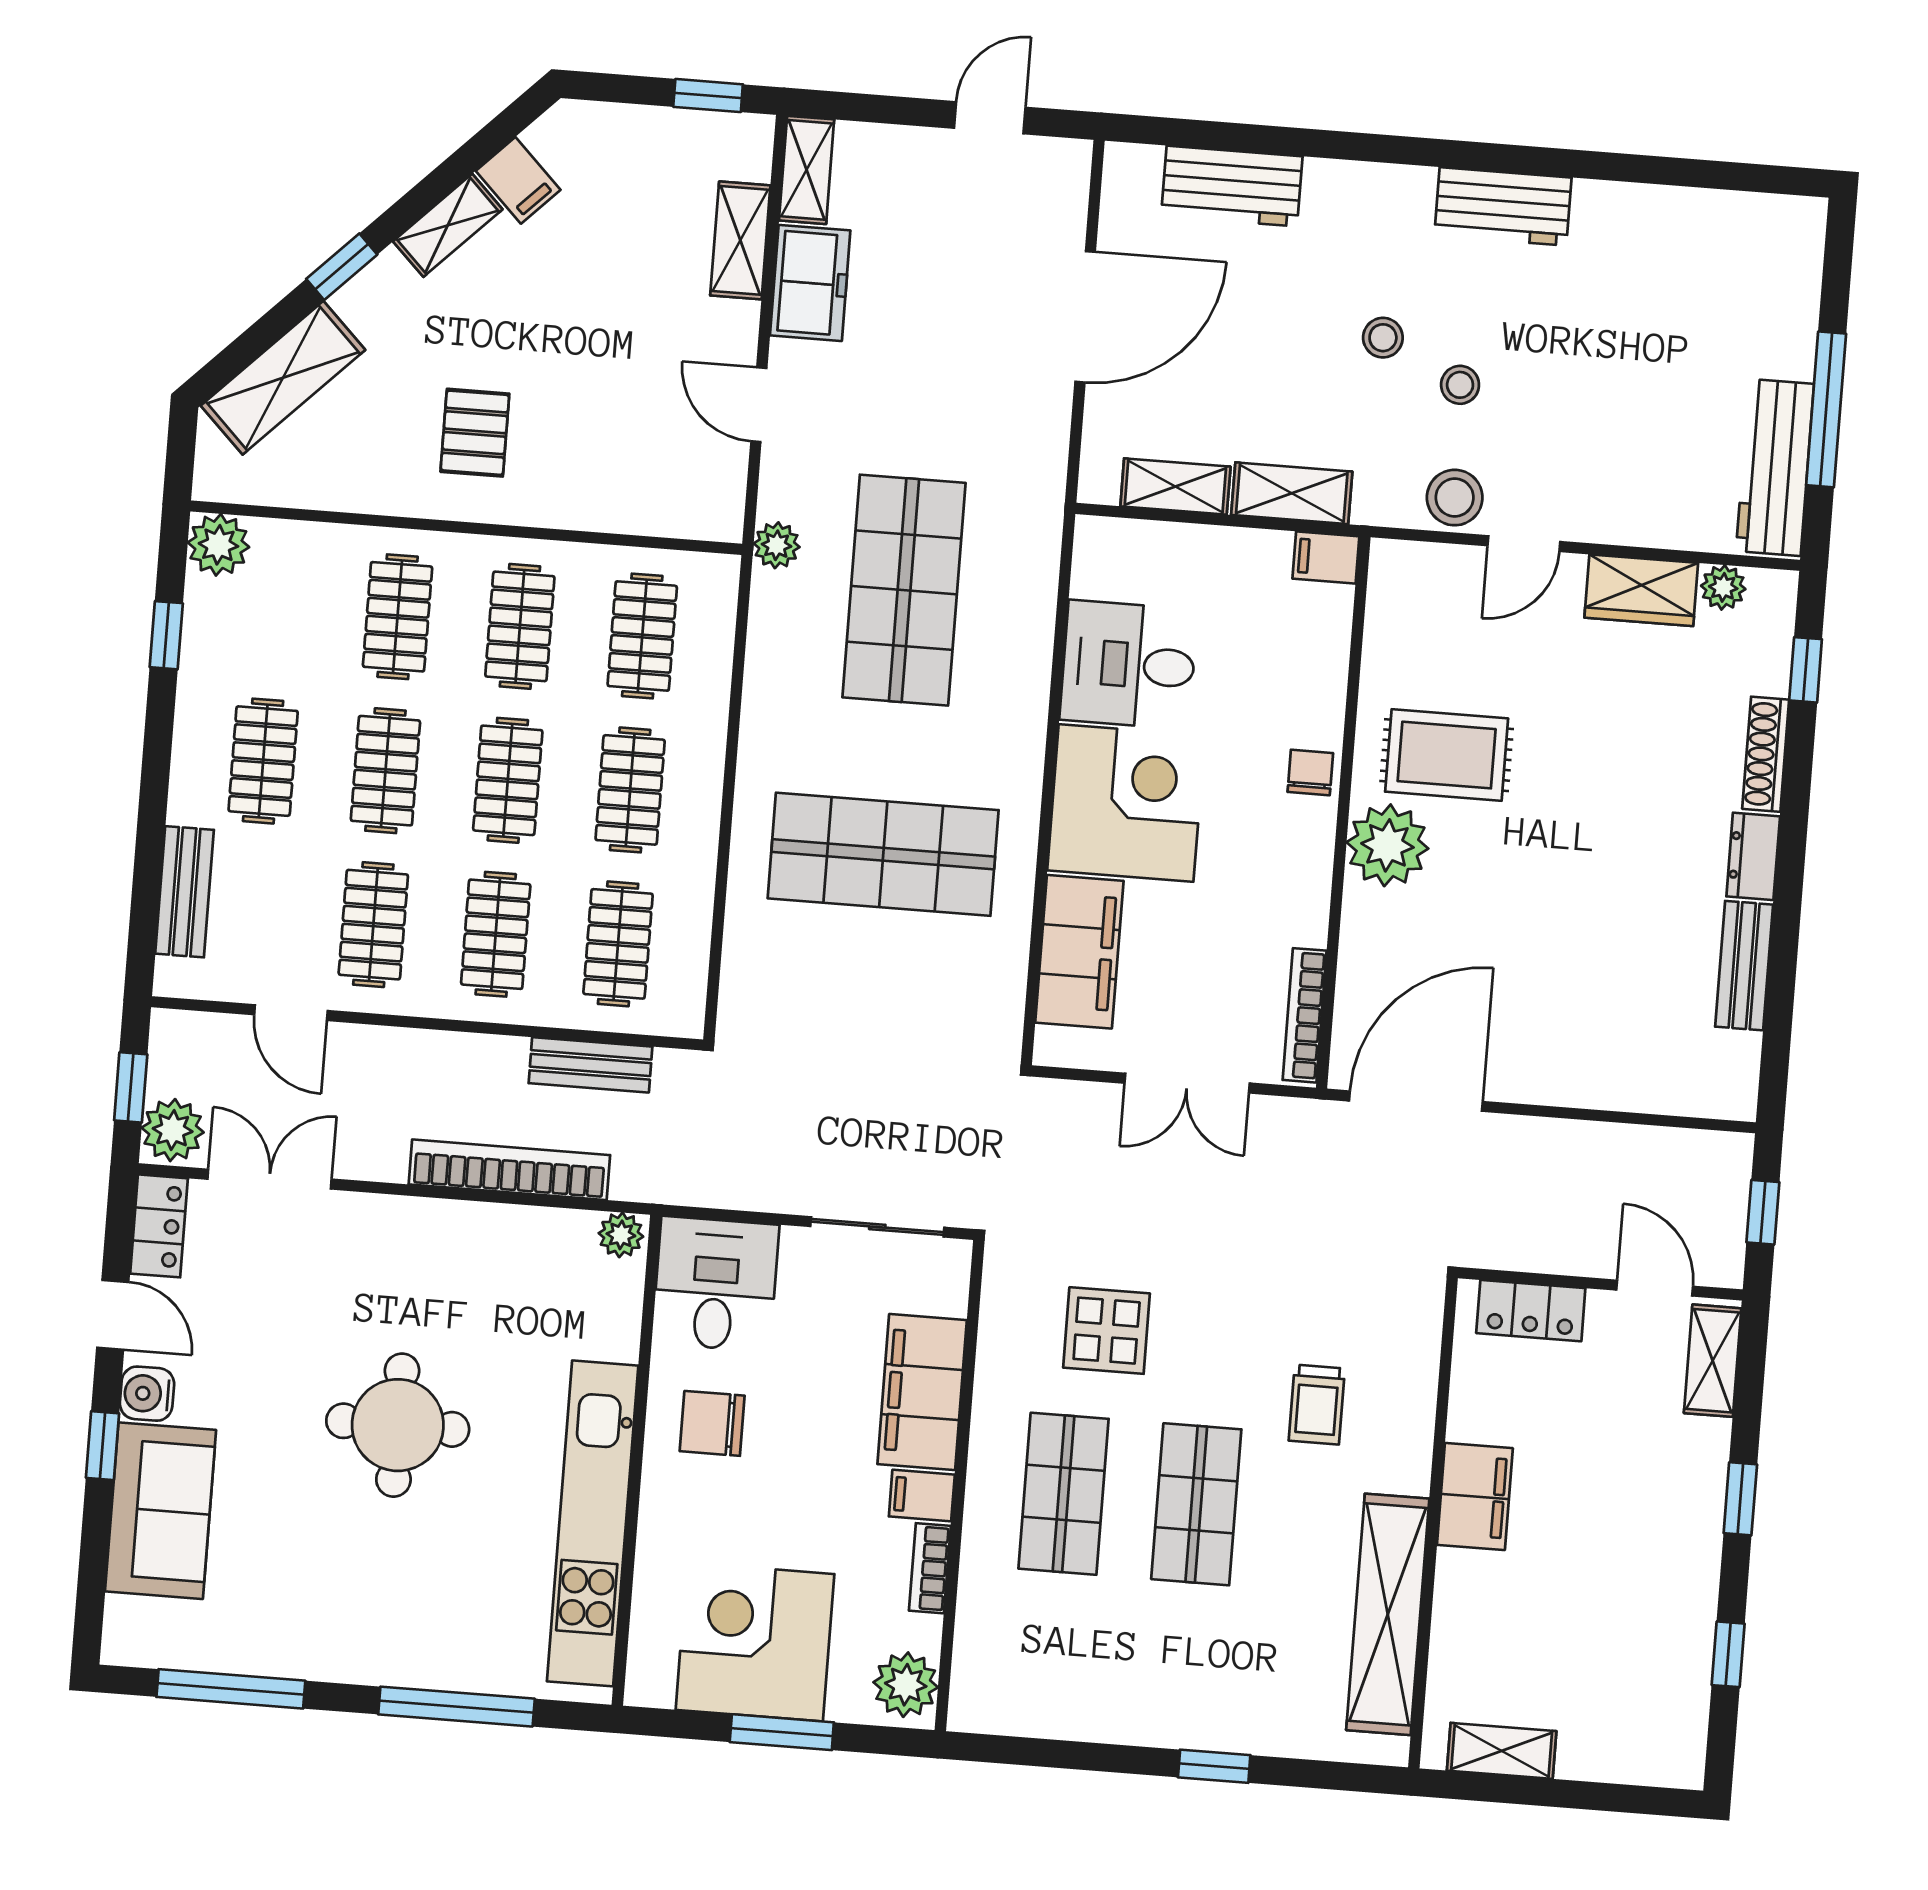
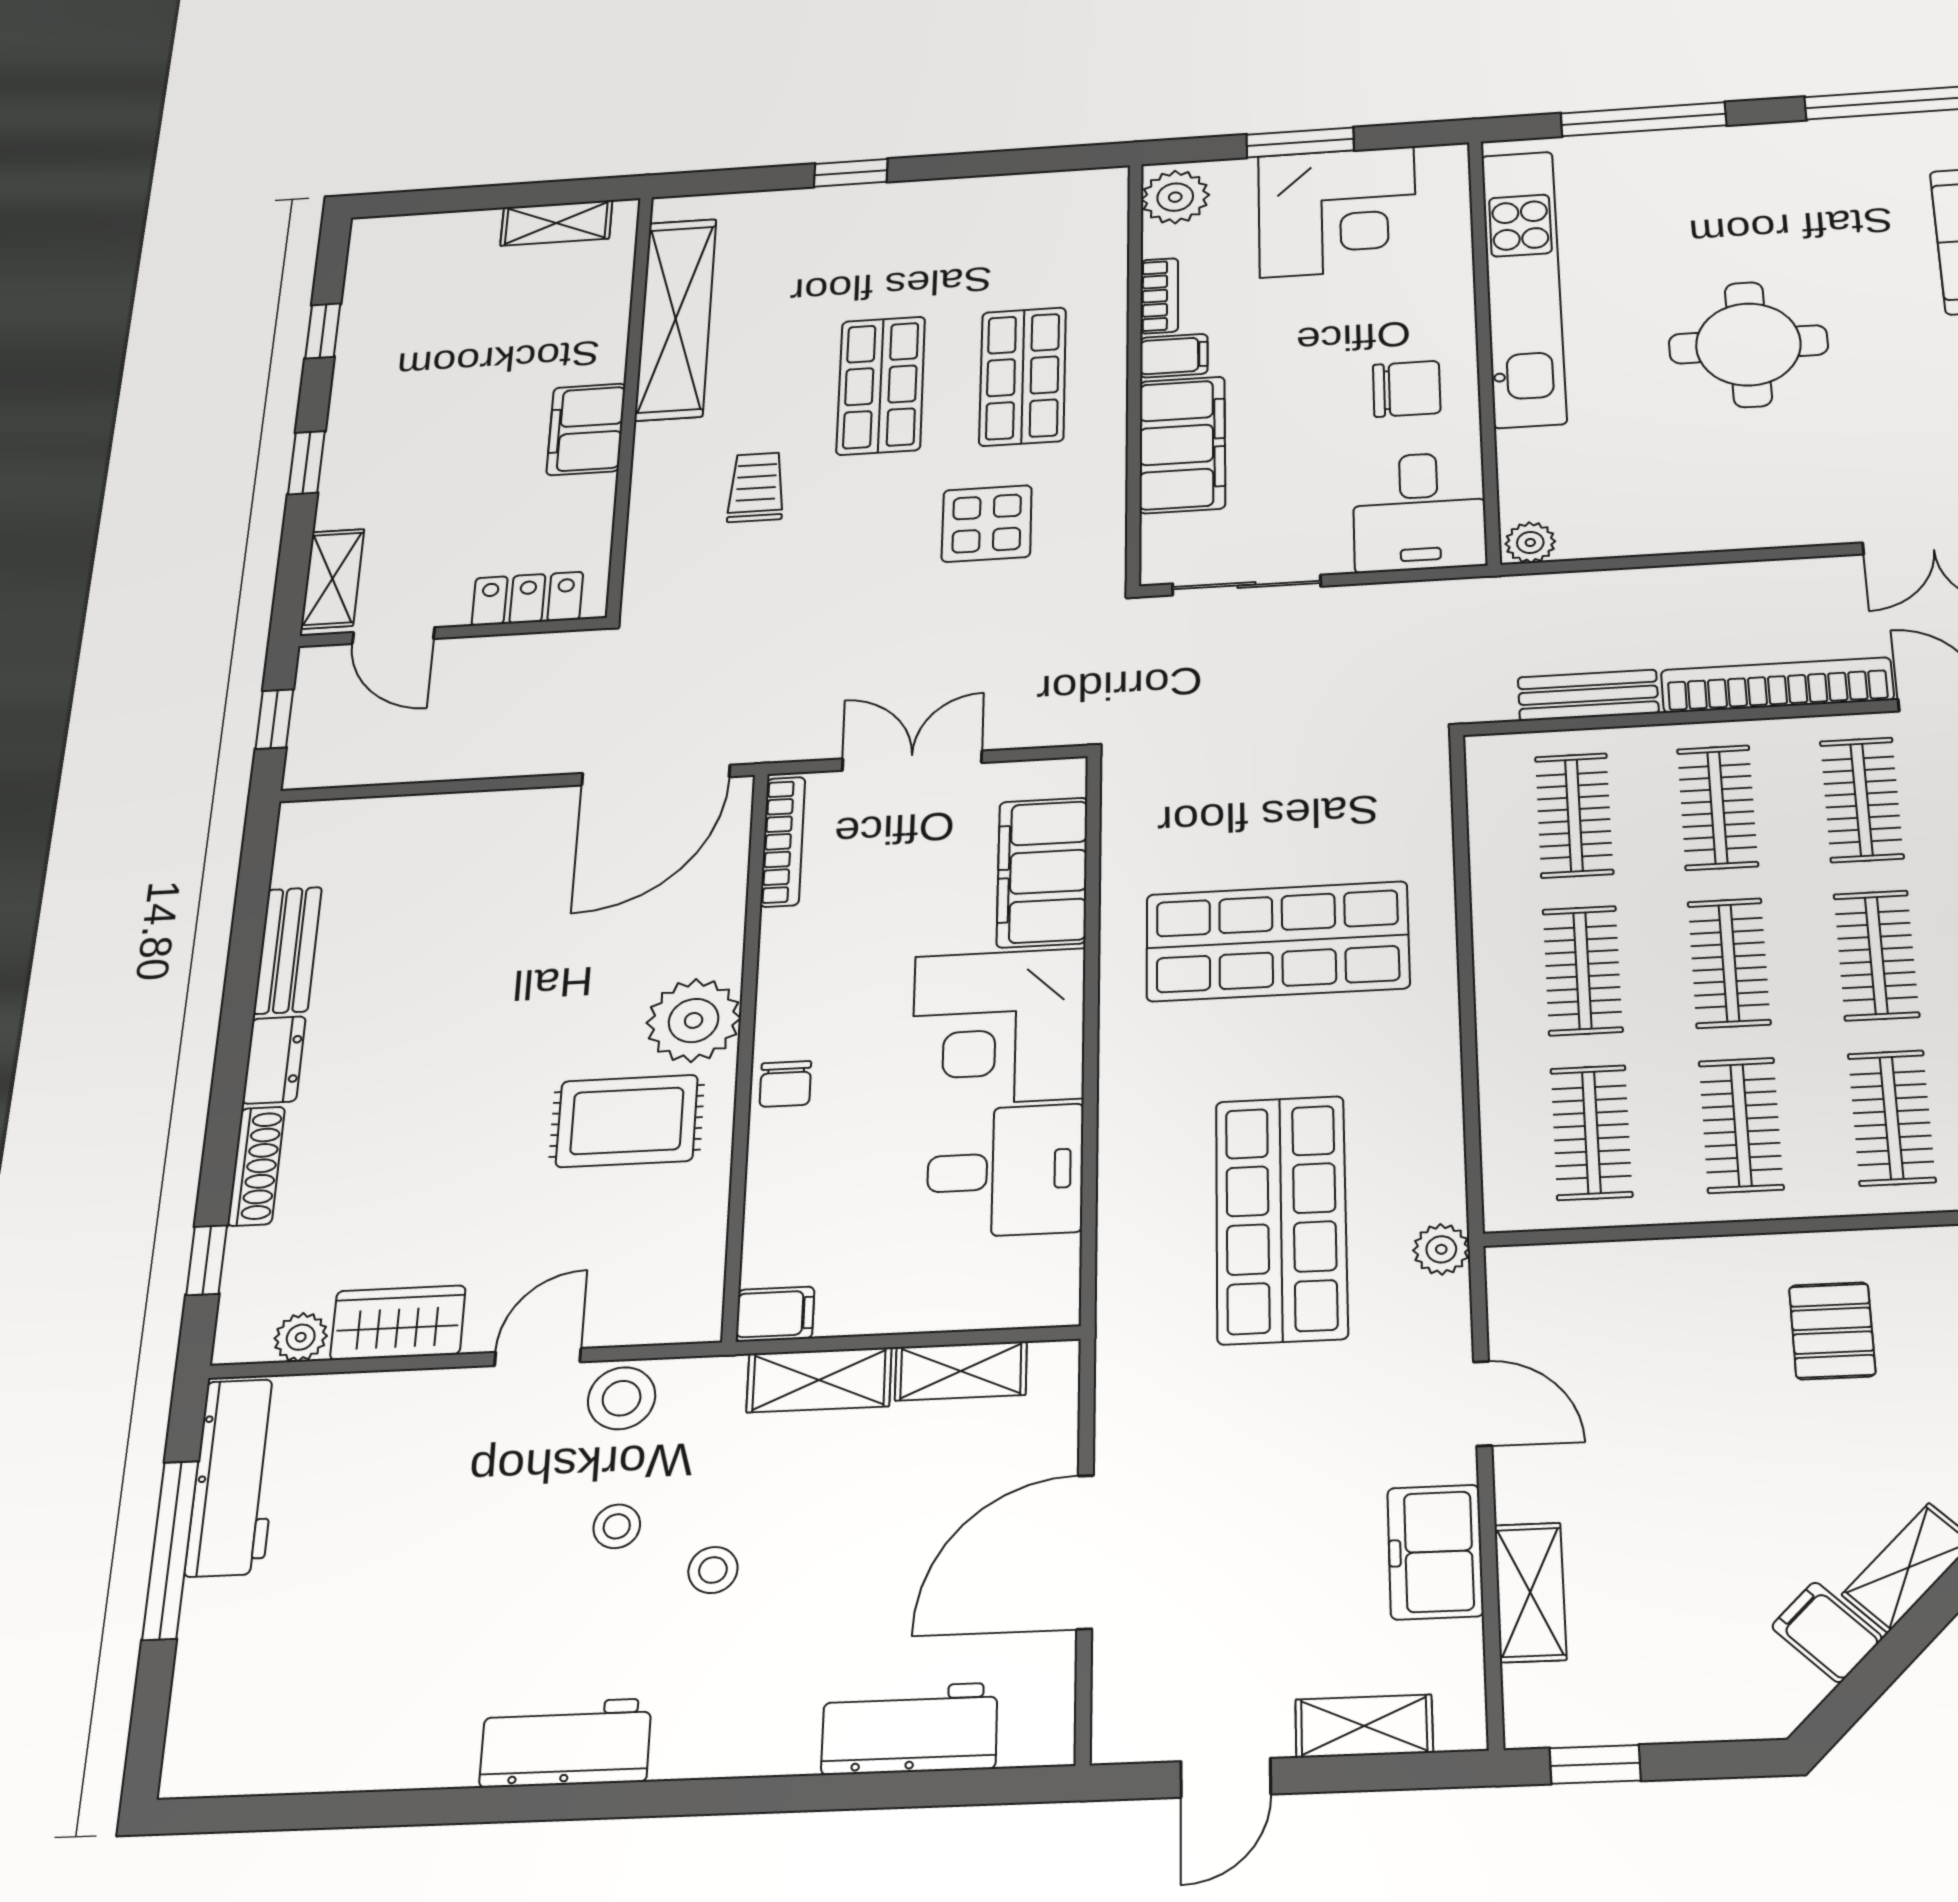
shelving: (807, 170) -> (1364, 1726), moved, turned 90
bookcase: (509, 1170) -> (1777, 685), moved, turned 180

